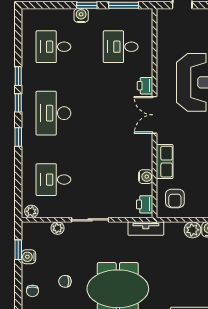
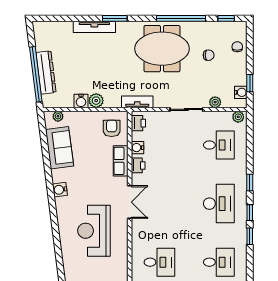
printer: (145, 86) -> (138, 165), moved
water cooler: (29, 257) -> (241, 92), moved

